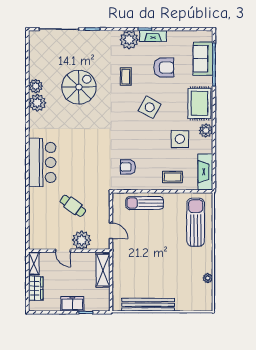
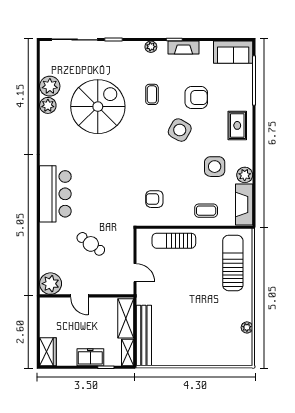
plant: (129, 40) -> (151, 47), width x0.53, depth x0.53
sofa: (203, 59) -> (233, 52), moved, turned -90
armchair: (164, 68) -> (196, 98), moved
spiral stairs: (79, 87) -> (98, 107), width x1.37, depth x1.37
plant: (37, 103) -> (50, 86), moved
rug: (199, 103) -> (237, 125), width x0.73, depth x0.70
plant: (206, 131) -> (245, 175), moved
plant: (82, 240) -> (51, 284), moved
shelving: (34, 263) -> (128, 353), moved
wardrobe: (36, 288) -> (48, 352), moved
bench: (148, 305) -> (144, 336), moved, turned 90

